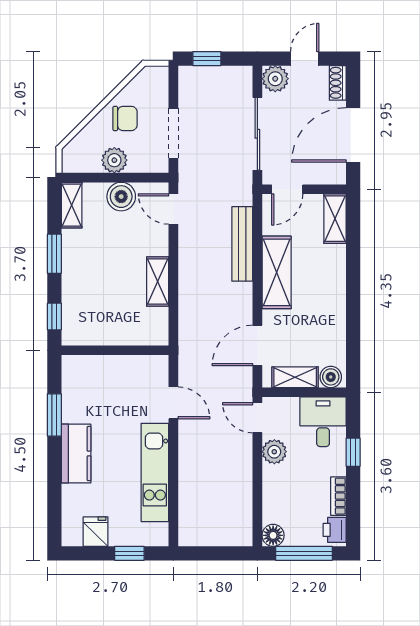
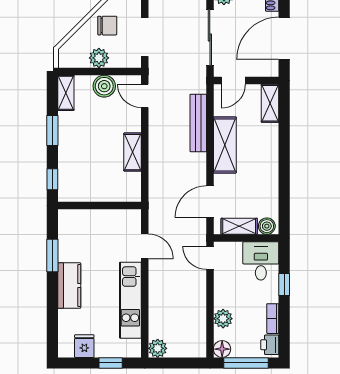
plant: (274, 452) -> (223, 319), moved
plant: (190, 534) -> (158, 348), added

